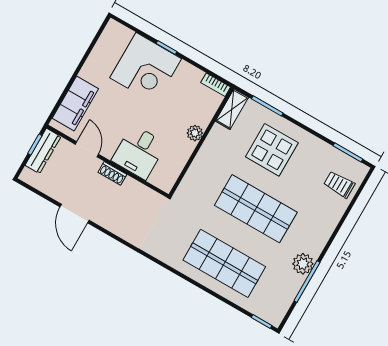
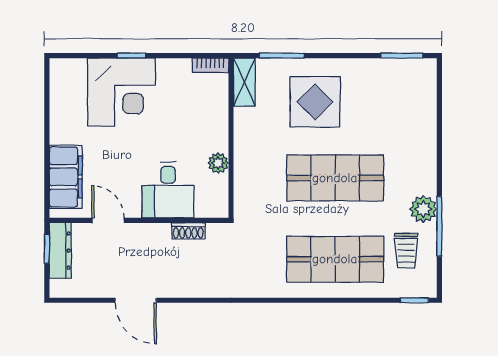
plant: (195, 133) -> (218, 163), moved
shoe rack: (112, 173) -> (188, 231), moved
trolley: (339, 184) -> (406, 251), moved, turned -90

